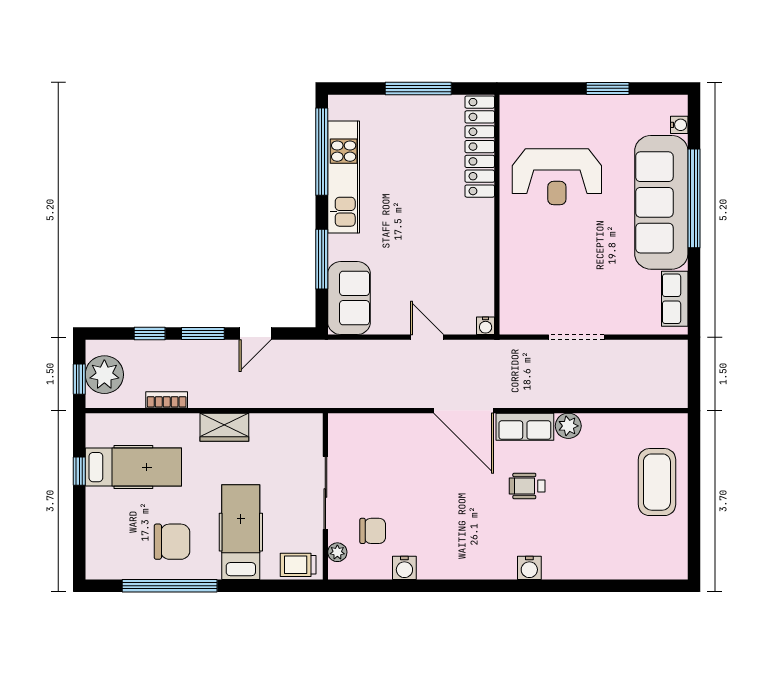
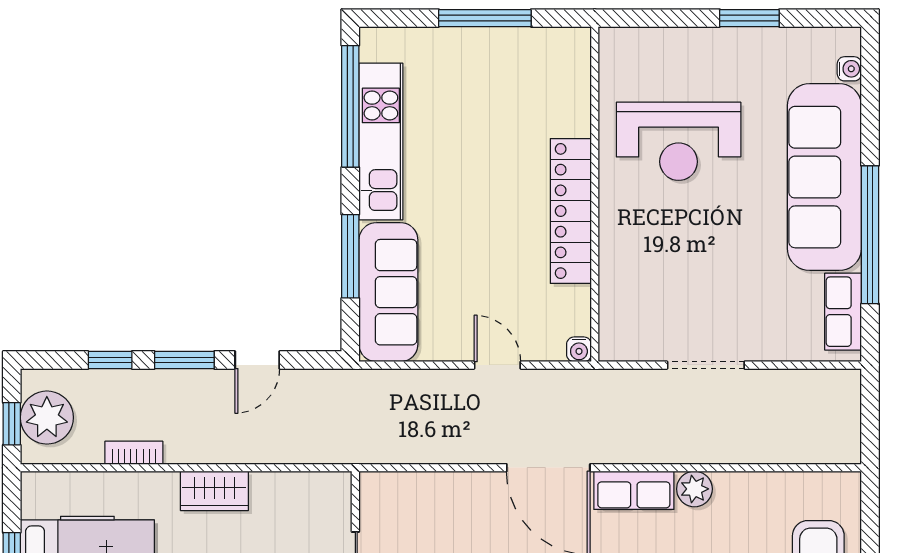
locker: (480, 147) -> (571, 211), moved
window: (694, 198) -> (870, 235), moved
sofa: (349, 298) -> (388, 292), width x1.36

